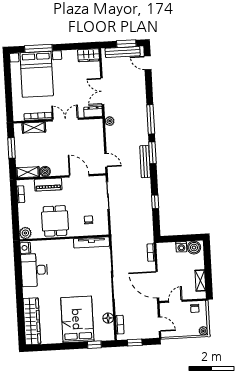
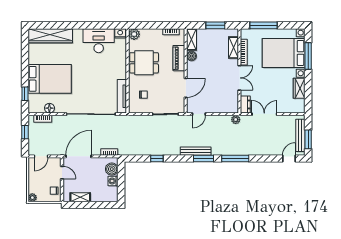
wardrobe: (89, 55) -> (299, 88), moved
window: (9, 97) -> (264, 25), added
boiler: (194, 248) -> (112, 169), moved

